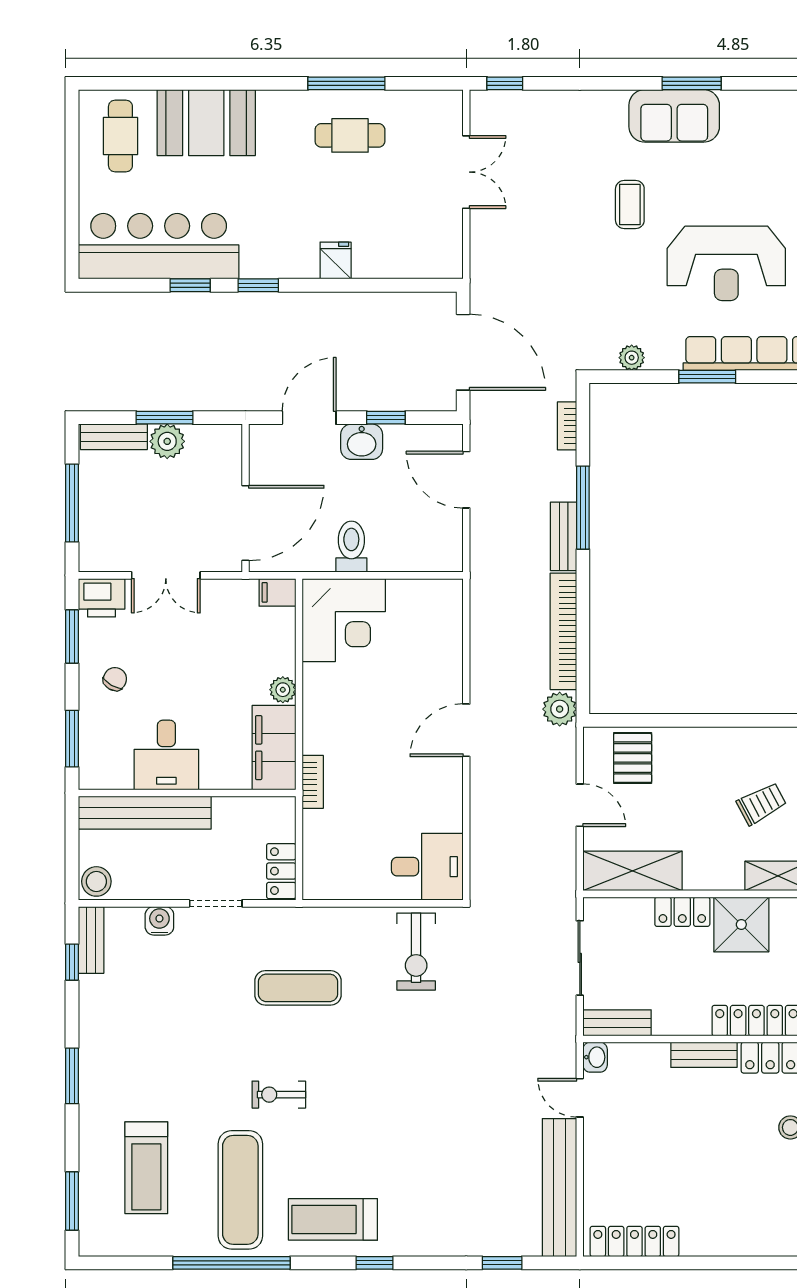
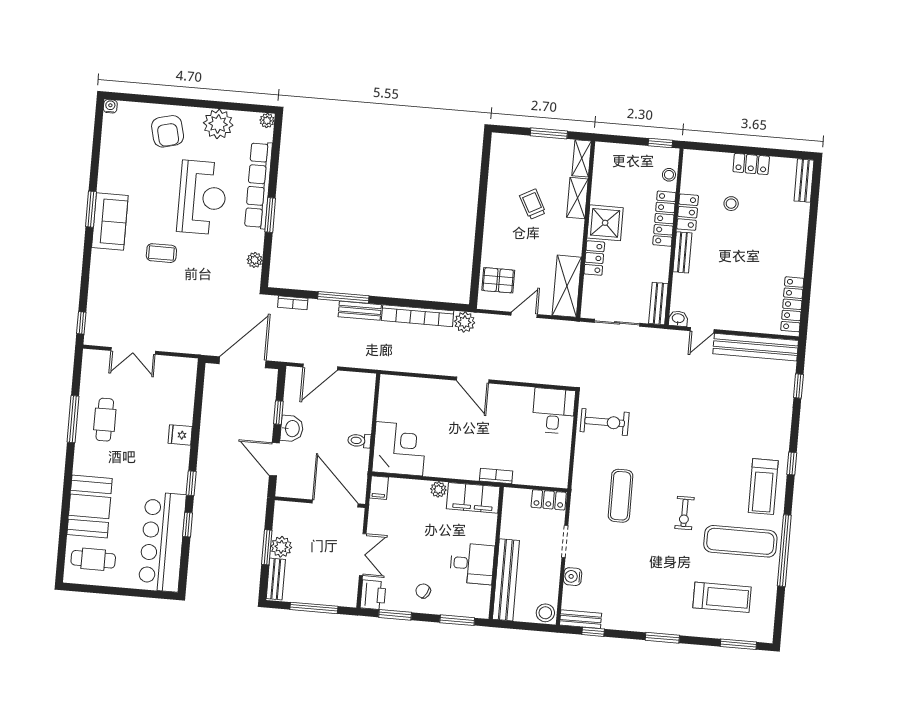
double door: (466, 172) -> (133, 351), swing flipped
toilet: (351, 547) -> (359, 441), width x0.73, depth x0.72

